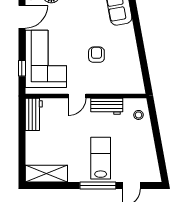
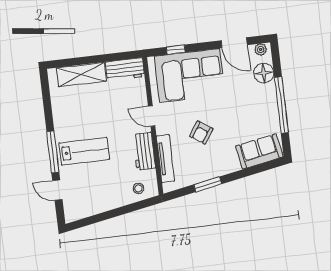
window: (142, 54) -> (208, 184), added
armchair: (96, 55) -> (201, 133), turned 124
tv unit: (115, 88) -> (165, 158), added
shelving: (46, 174) -> (81, 75), moved, turned 90

